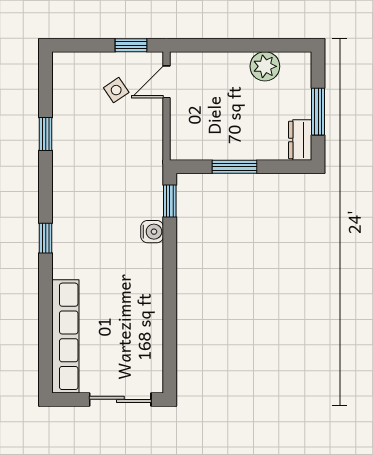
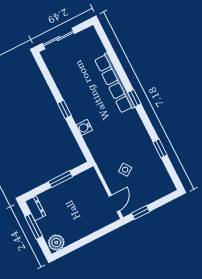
plant: (265, 66) -> (56, 242), moved
side table: (116, 90) -> (125, 170), moved
window: (170, 201) -> (64, 109), moved
row of seats: (65, 336) -> (115, 83), moved

